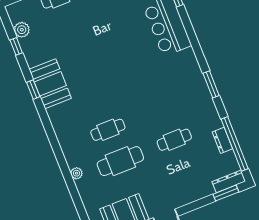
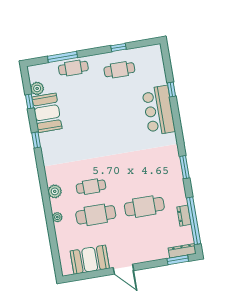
booth: (50, 84) -> (47, 113), moved
cafe table: (174, 140) -> (144, 207), width x1.37, depth x1.35
plant: (67, 144) -> (55, 191), added

